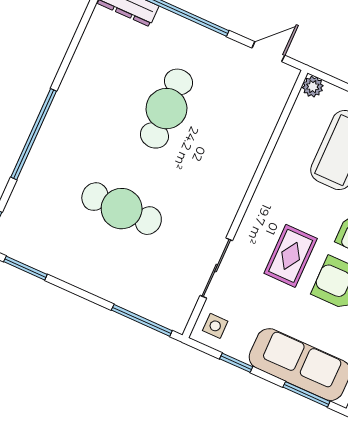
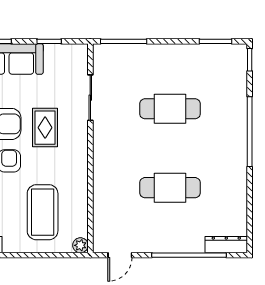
cafe table: (166, 109) -> (170, 188), turned 90
side table: (215, 326) -> (74, 59), removed

